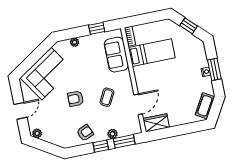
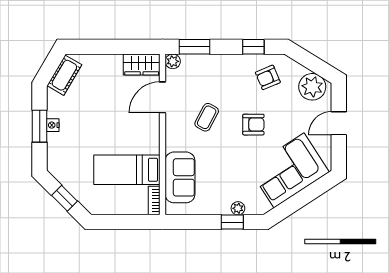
window: (97, 28) -> (232, 222), moved
plant: (37, 133) -> (312, 87), width x1.88, depth x1.88
armchair: (85, 133) -> (268, 77), moved
plant: (112, 134) -> (173, 61), moved
window: (101, 146) -> (253, 47), moved

